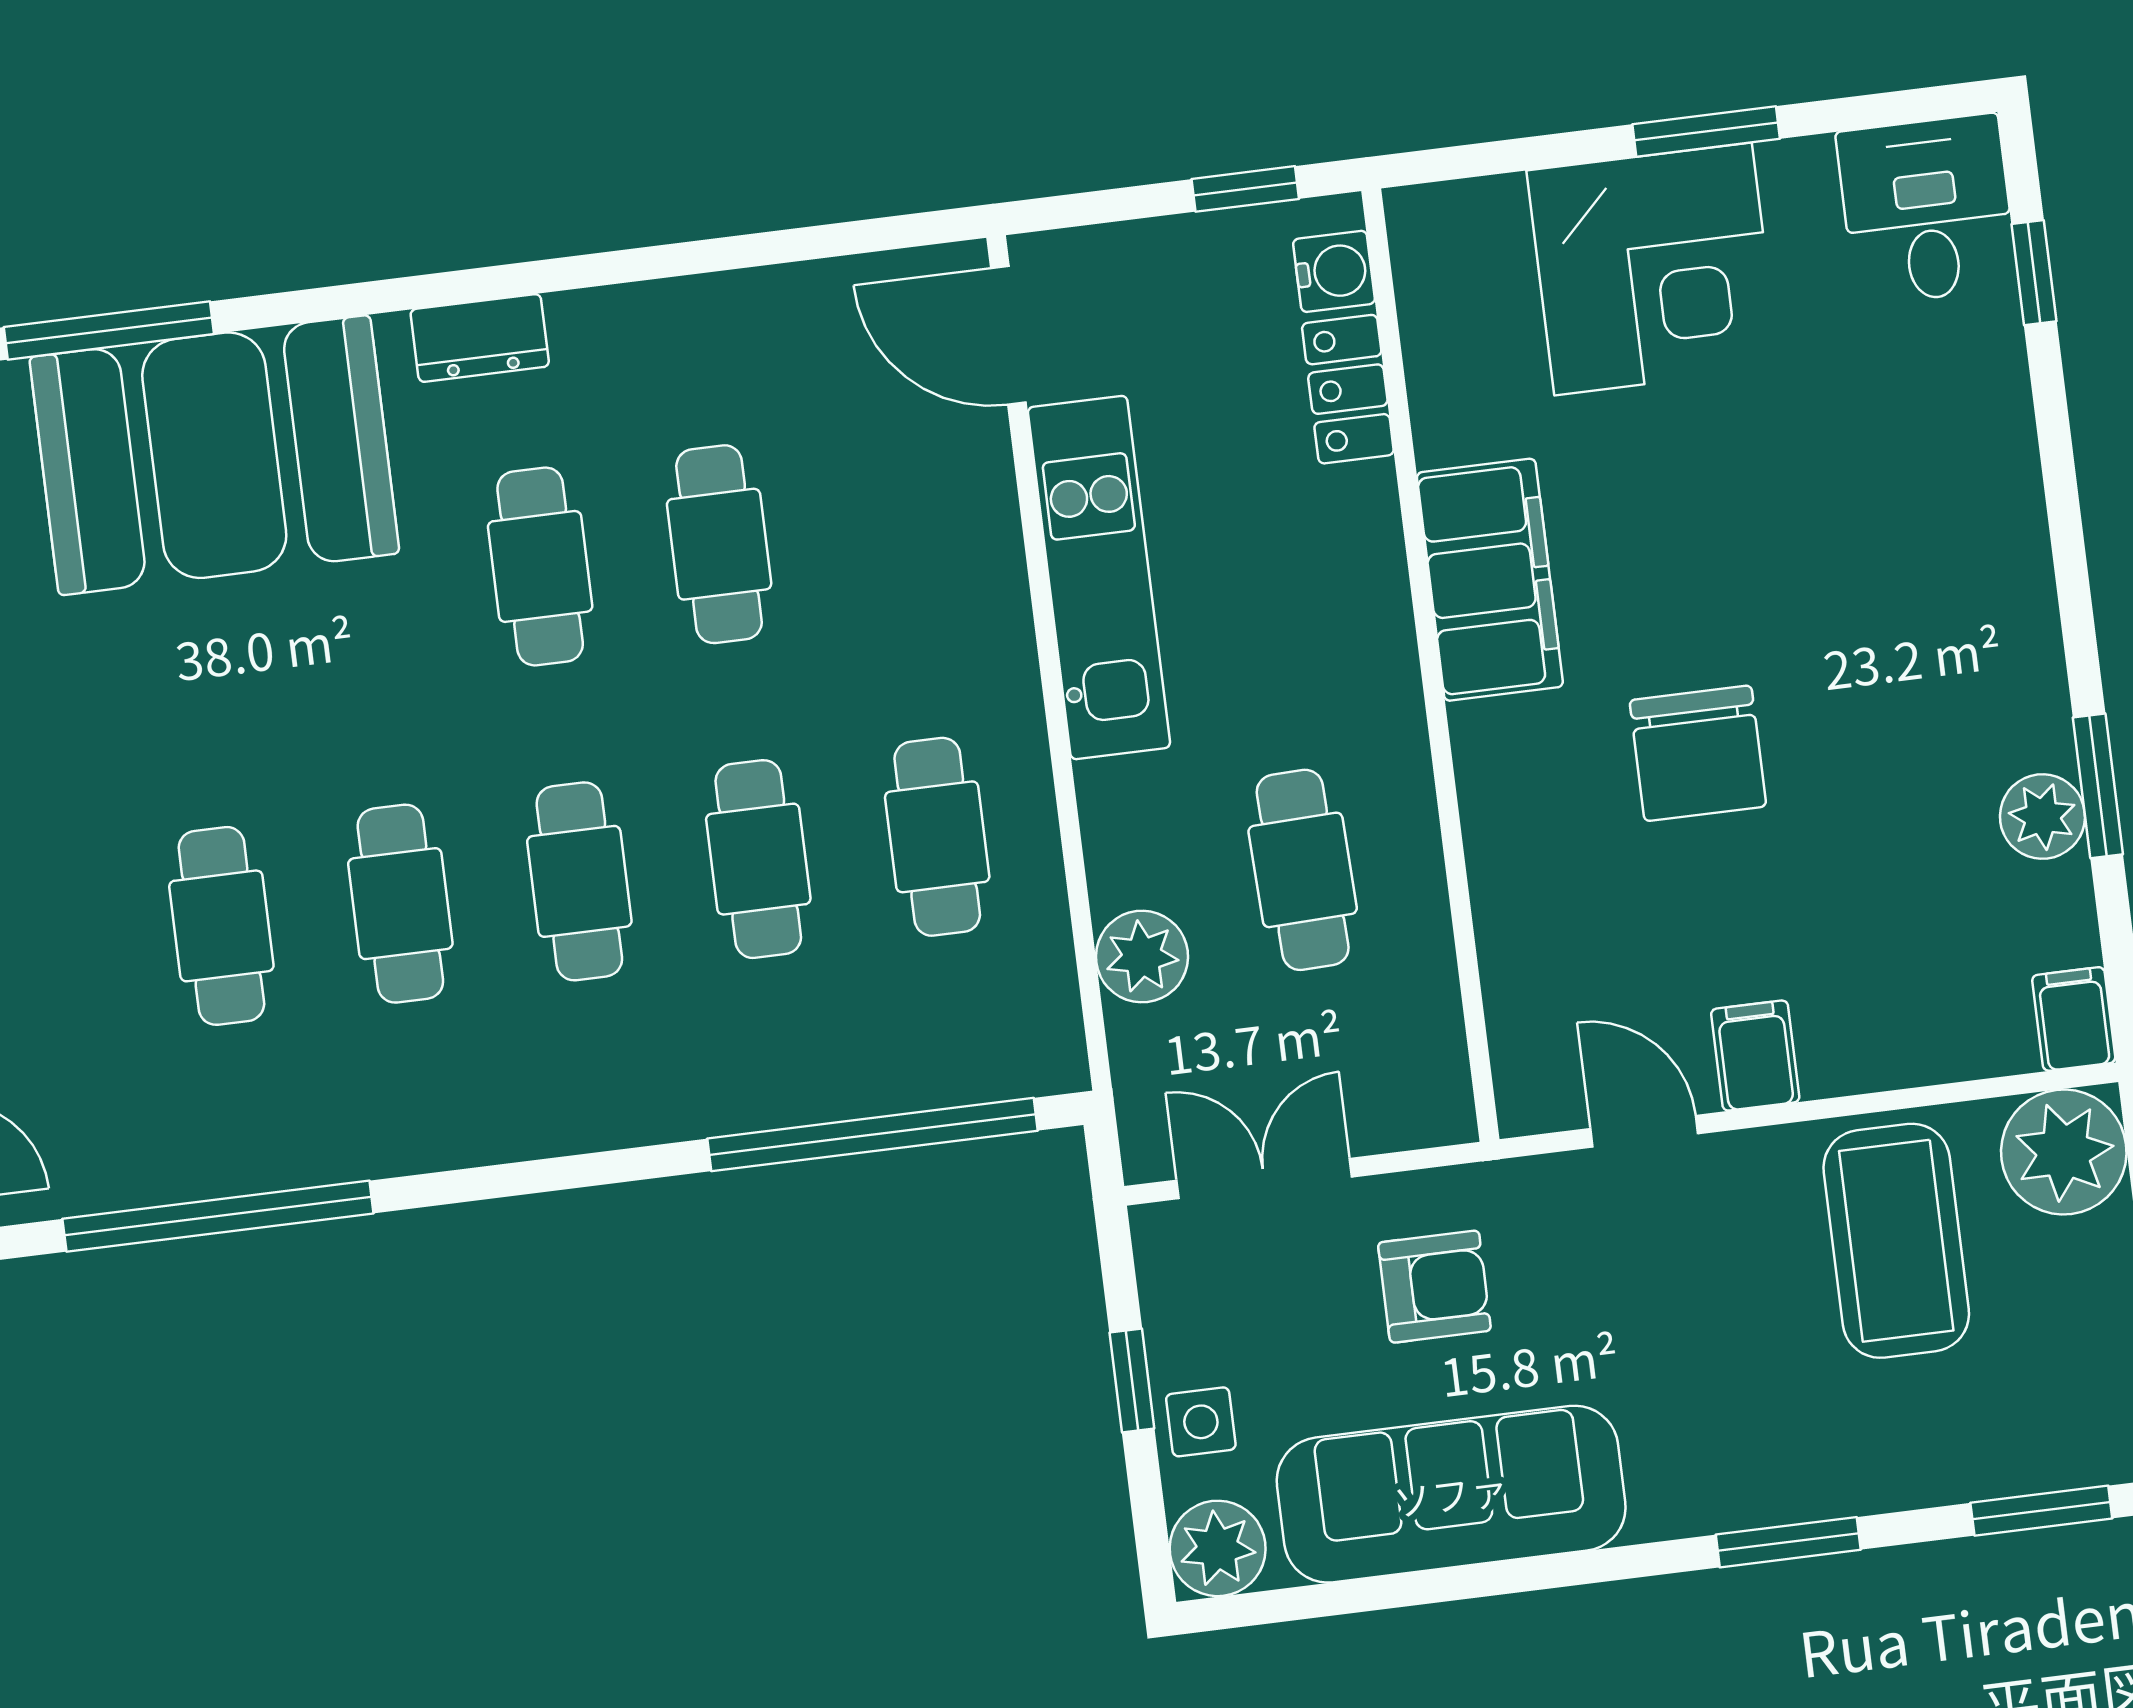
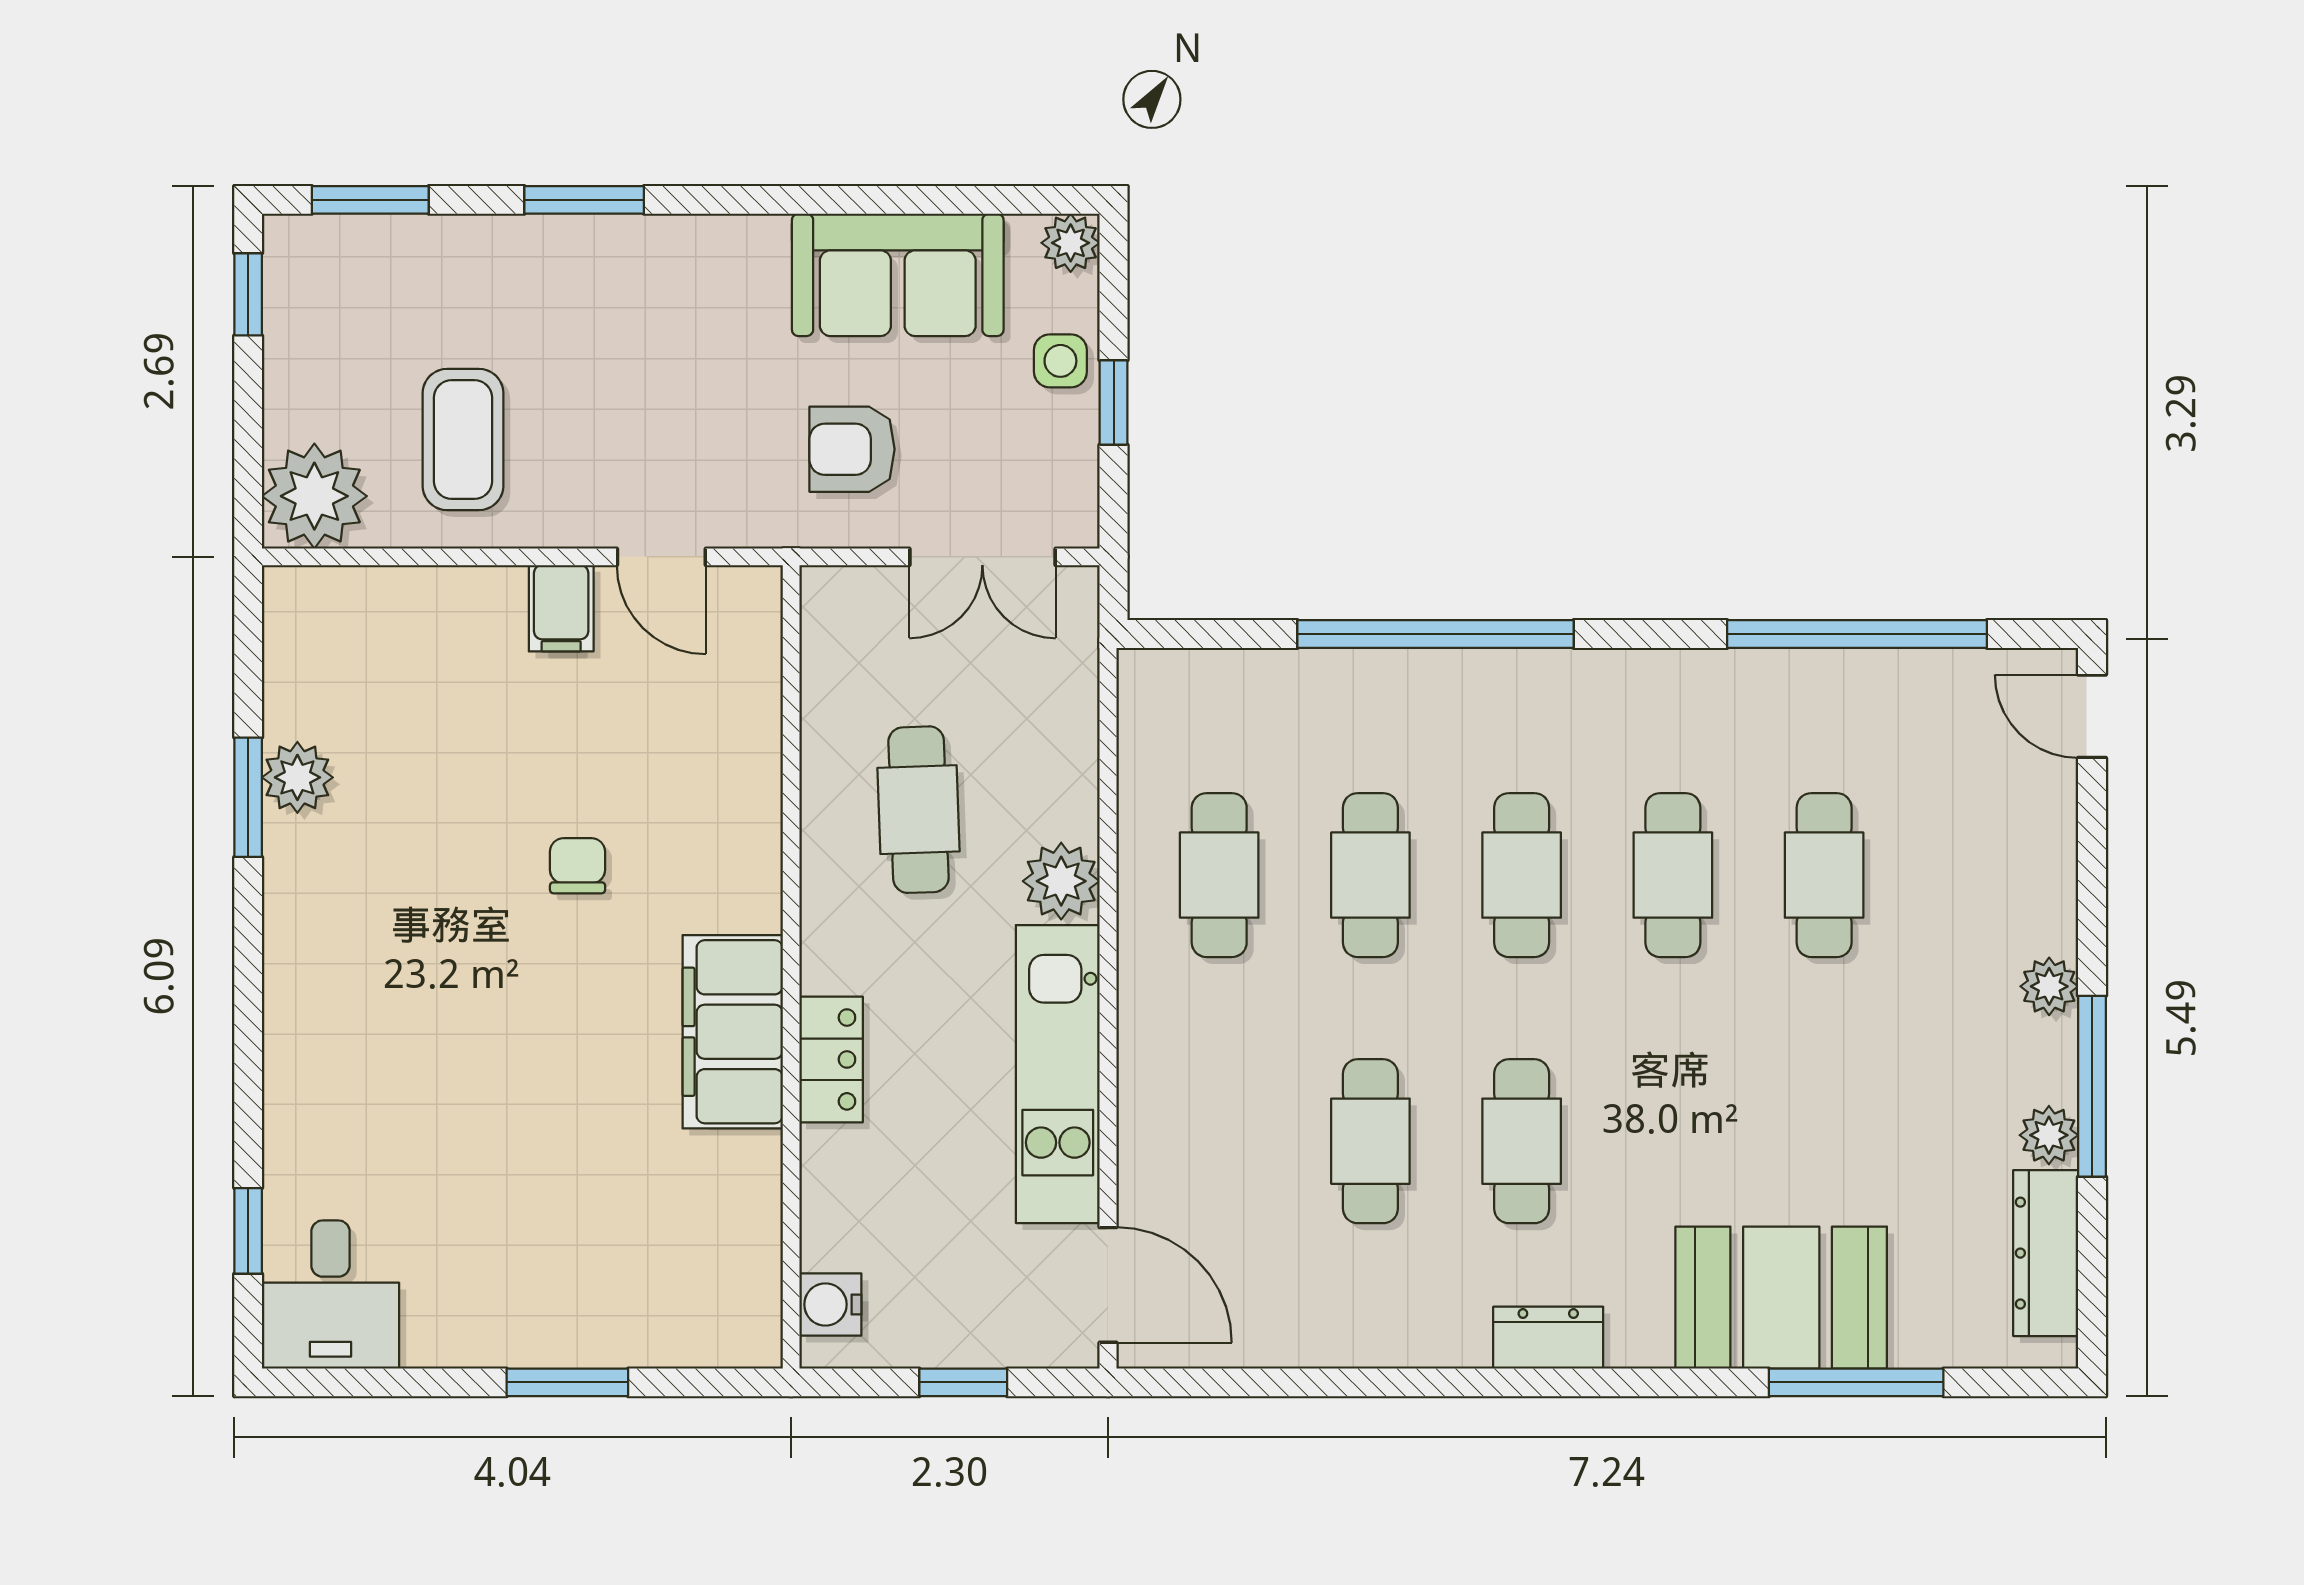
window: (1706, 131) -> (567, 1382), moved
window: (1245, 189) -> (963, 1382), moved
corner desk: (1653, 269) -> (565, 1273), removed
locker: (1348, 389) -> (831, 1059), moved
booth: (214, 455) -> (1781, 1298), width x0.73, depth x0.70
chair: (1698, 753) -> (578, 866), width x0.54, depth x0.54
plant: (1142, 957) -> (1061, 881), moved
filing cabinet: (2074, 1019) -> (292, 606), removed
window: (872, 1135) -> (1436, 634), moved
coffee table: (1896, 1241) -> (463, 439), width x0.73, depth x0.76
sofa: (1451, 1494) -> (898, 275), width x0.73
plant: (1218, 1548) -> (1071, 243), width x0.73, depth x0.73

